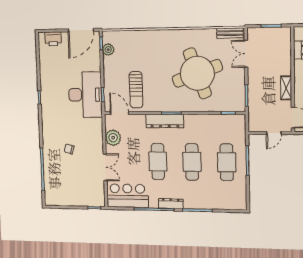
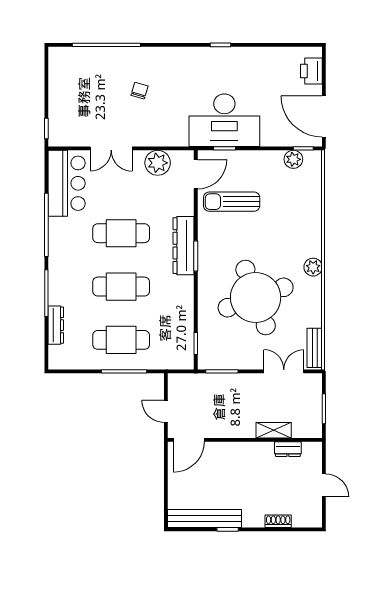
plant: (177, 35) -> (313, 267), added
shelving: (286, 88) -> (274, 430), moved
dresser: (171, 204) -> (56, 325), moved

